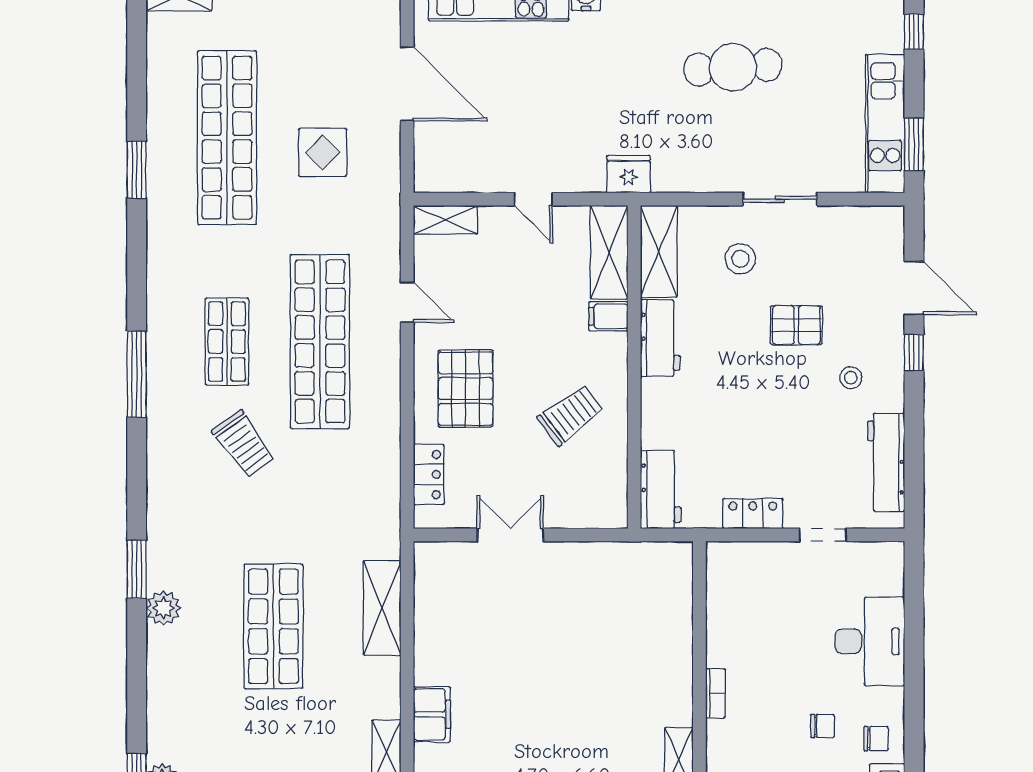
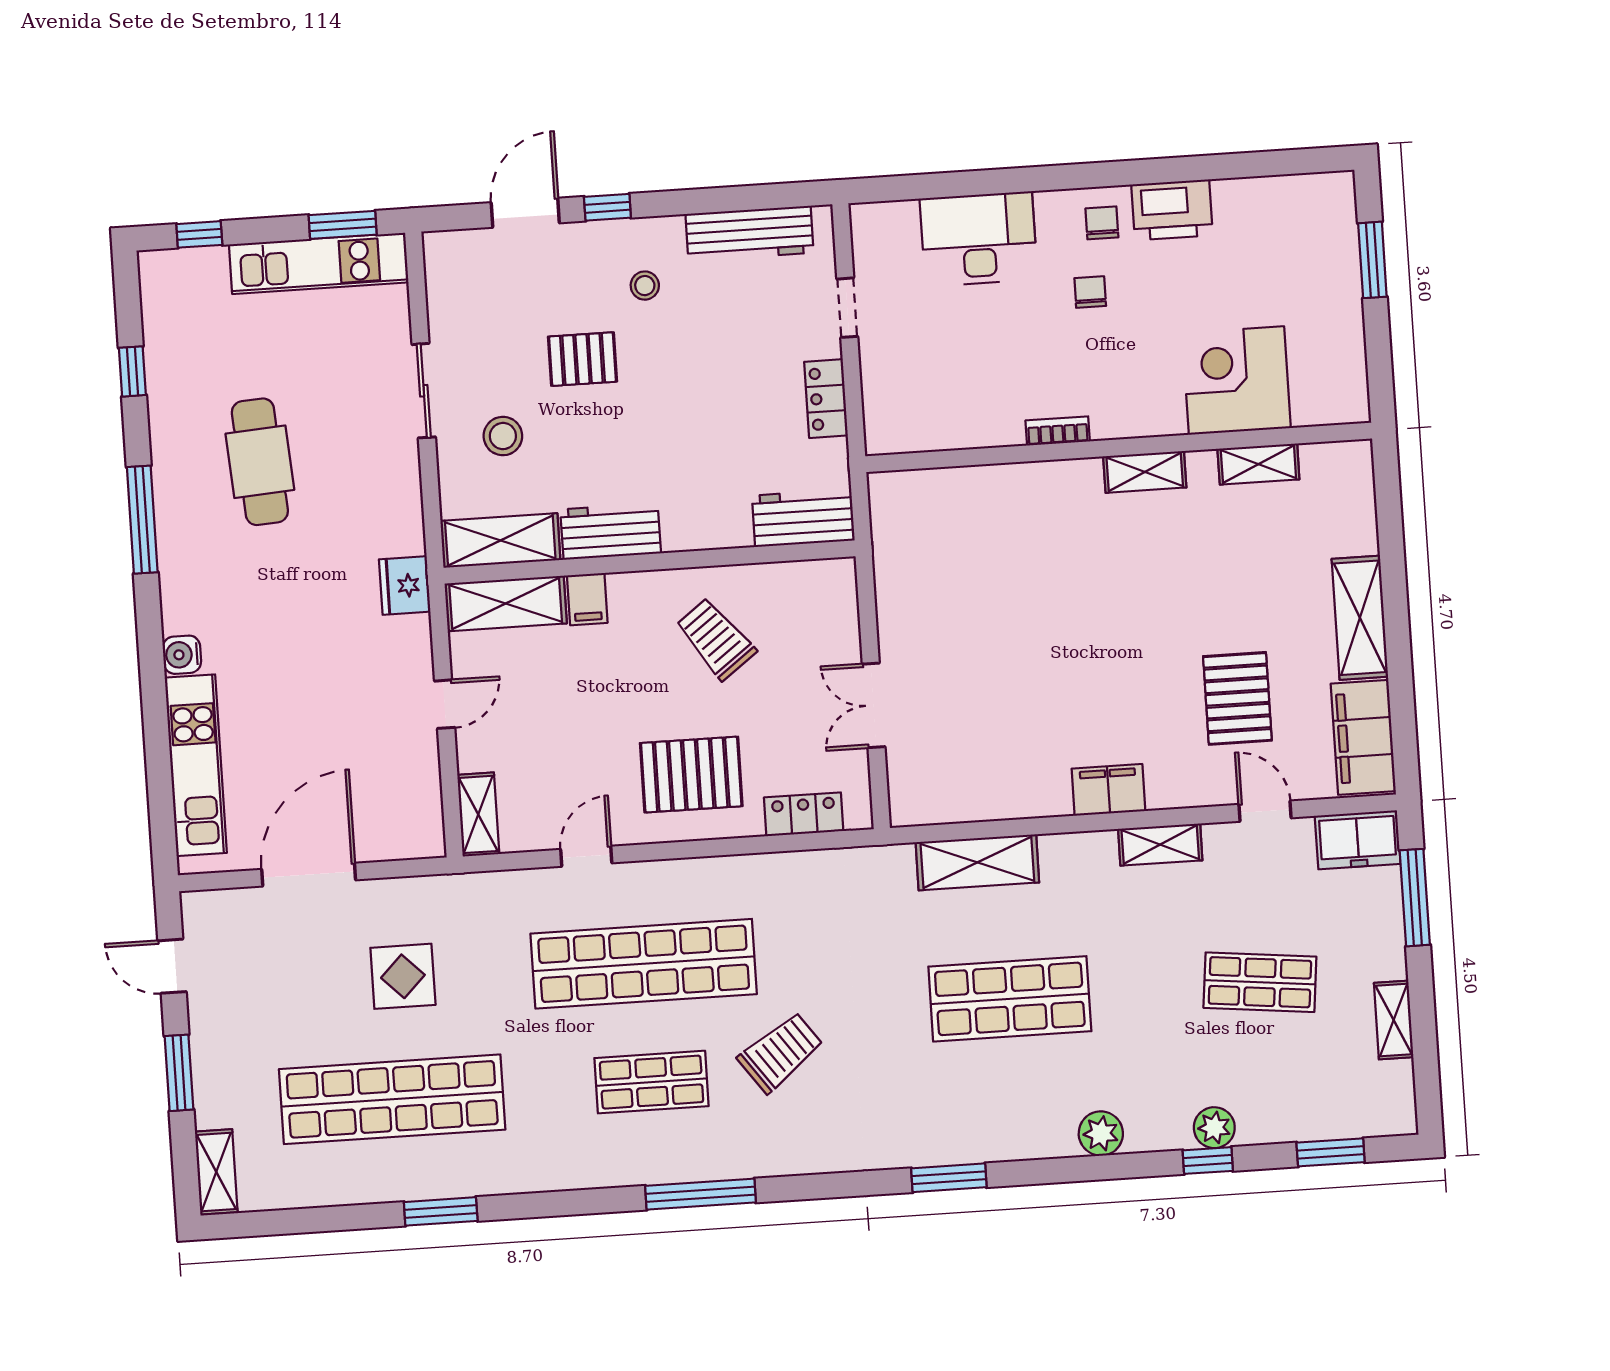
pallet: (796, 325) -> (583, 359), turned 90
plant: (163, 608) -> (1101, 1134), moved

